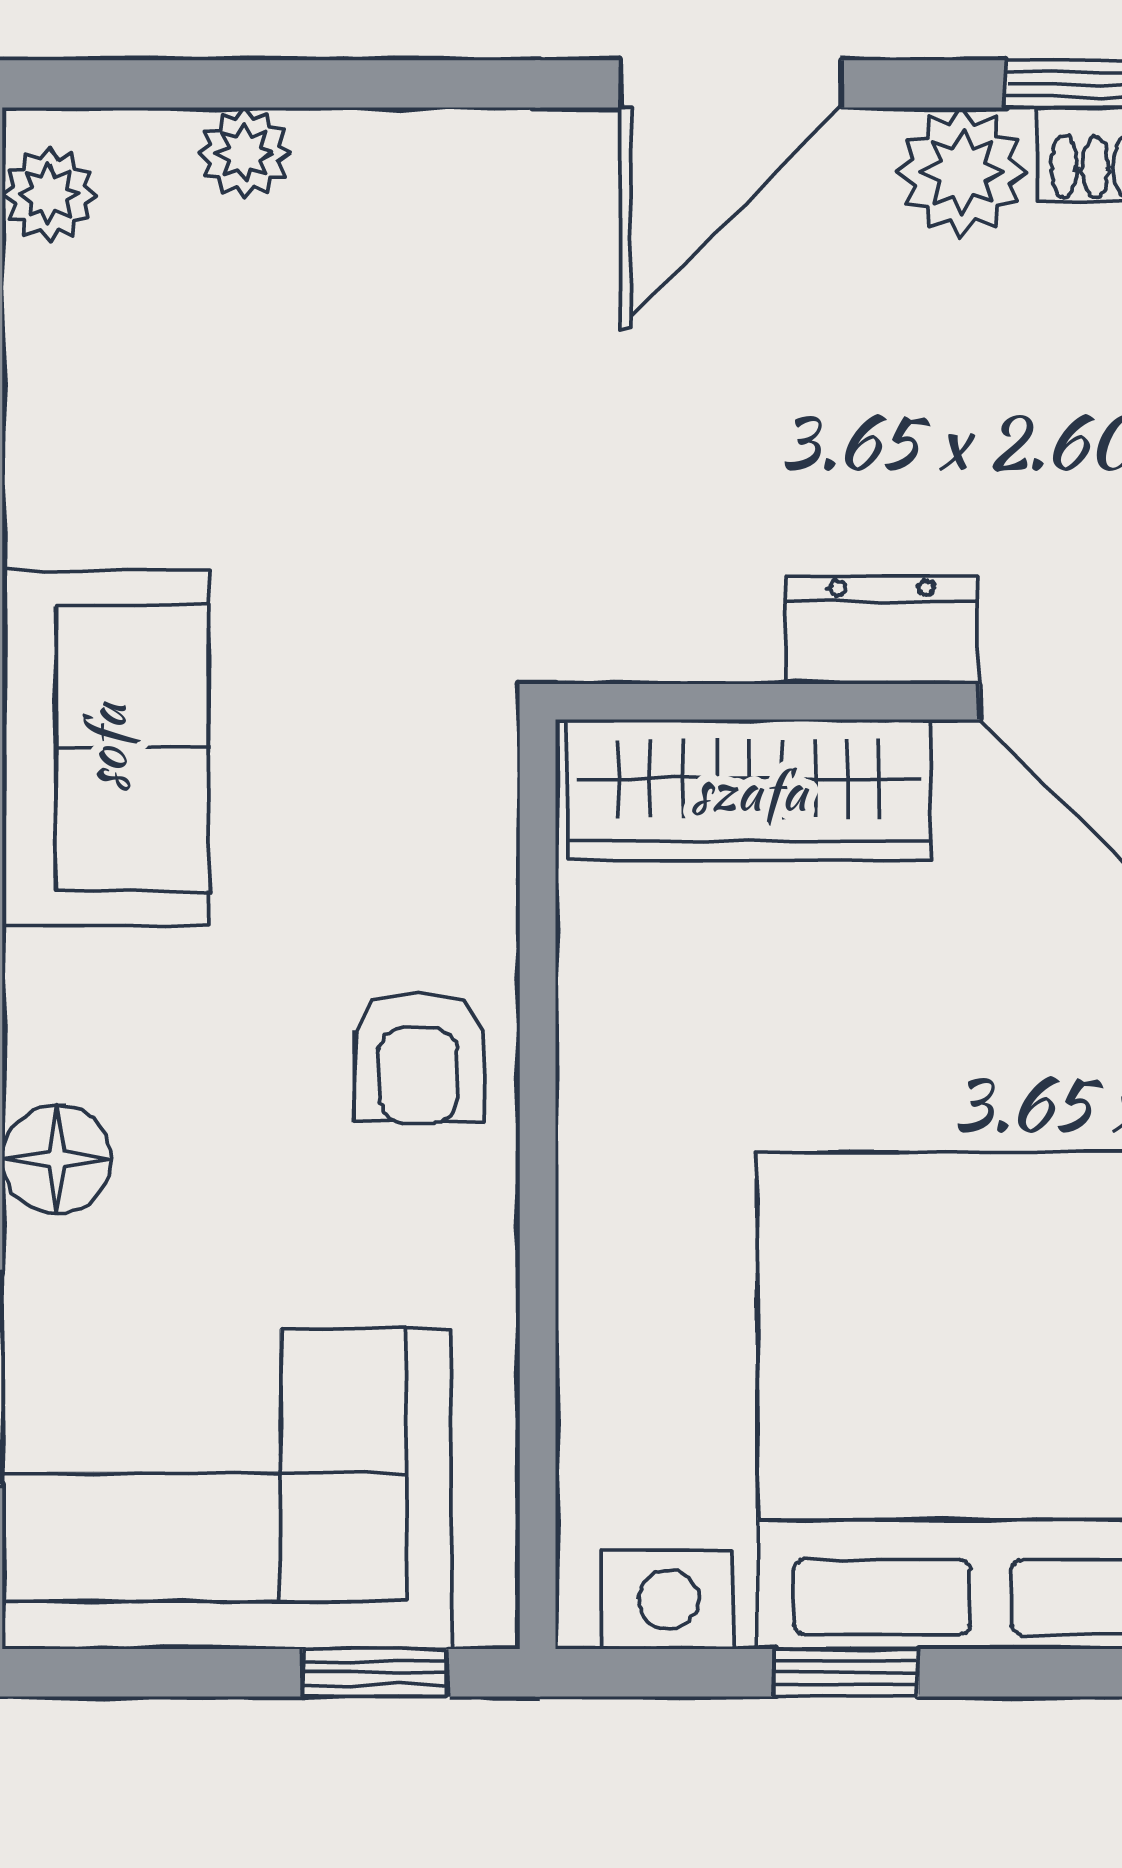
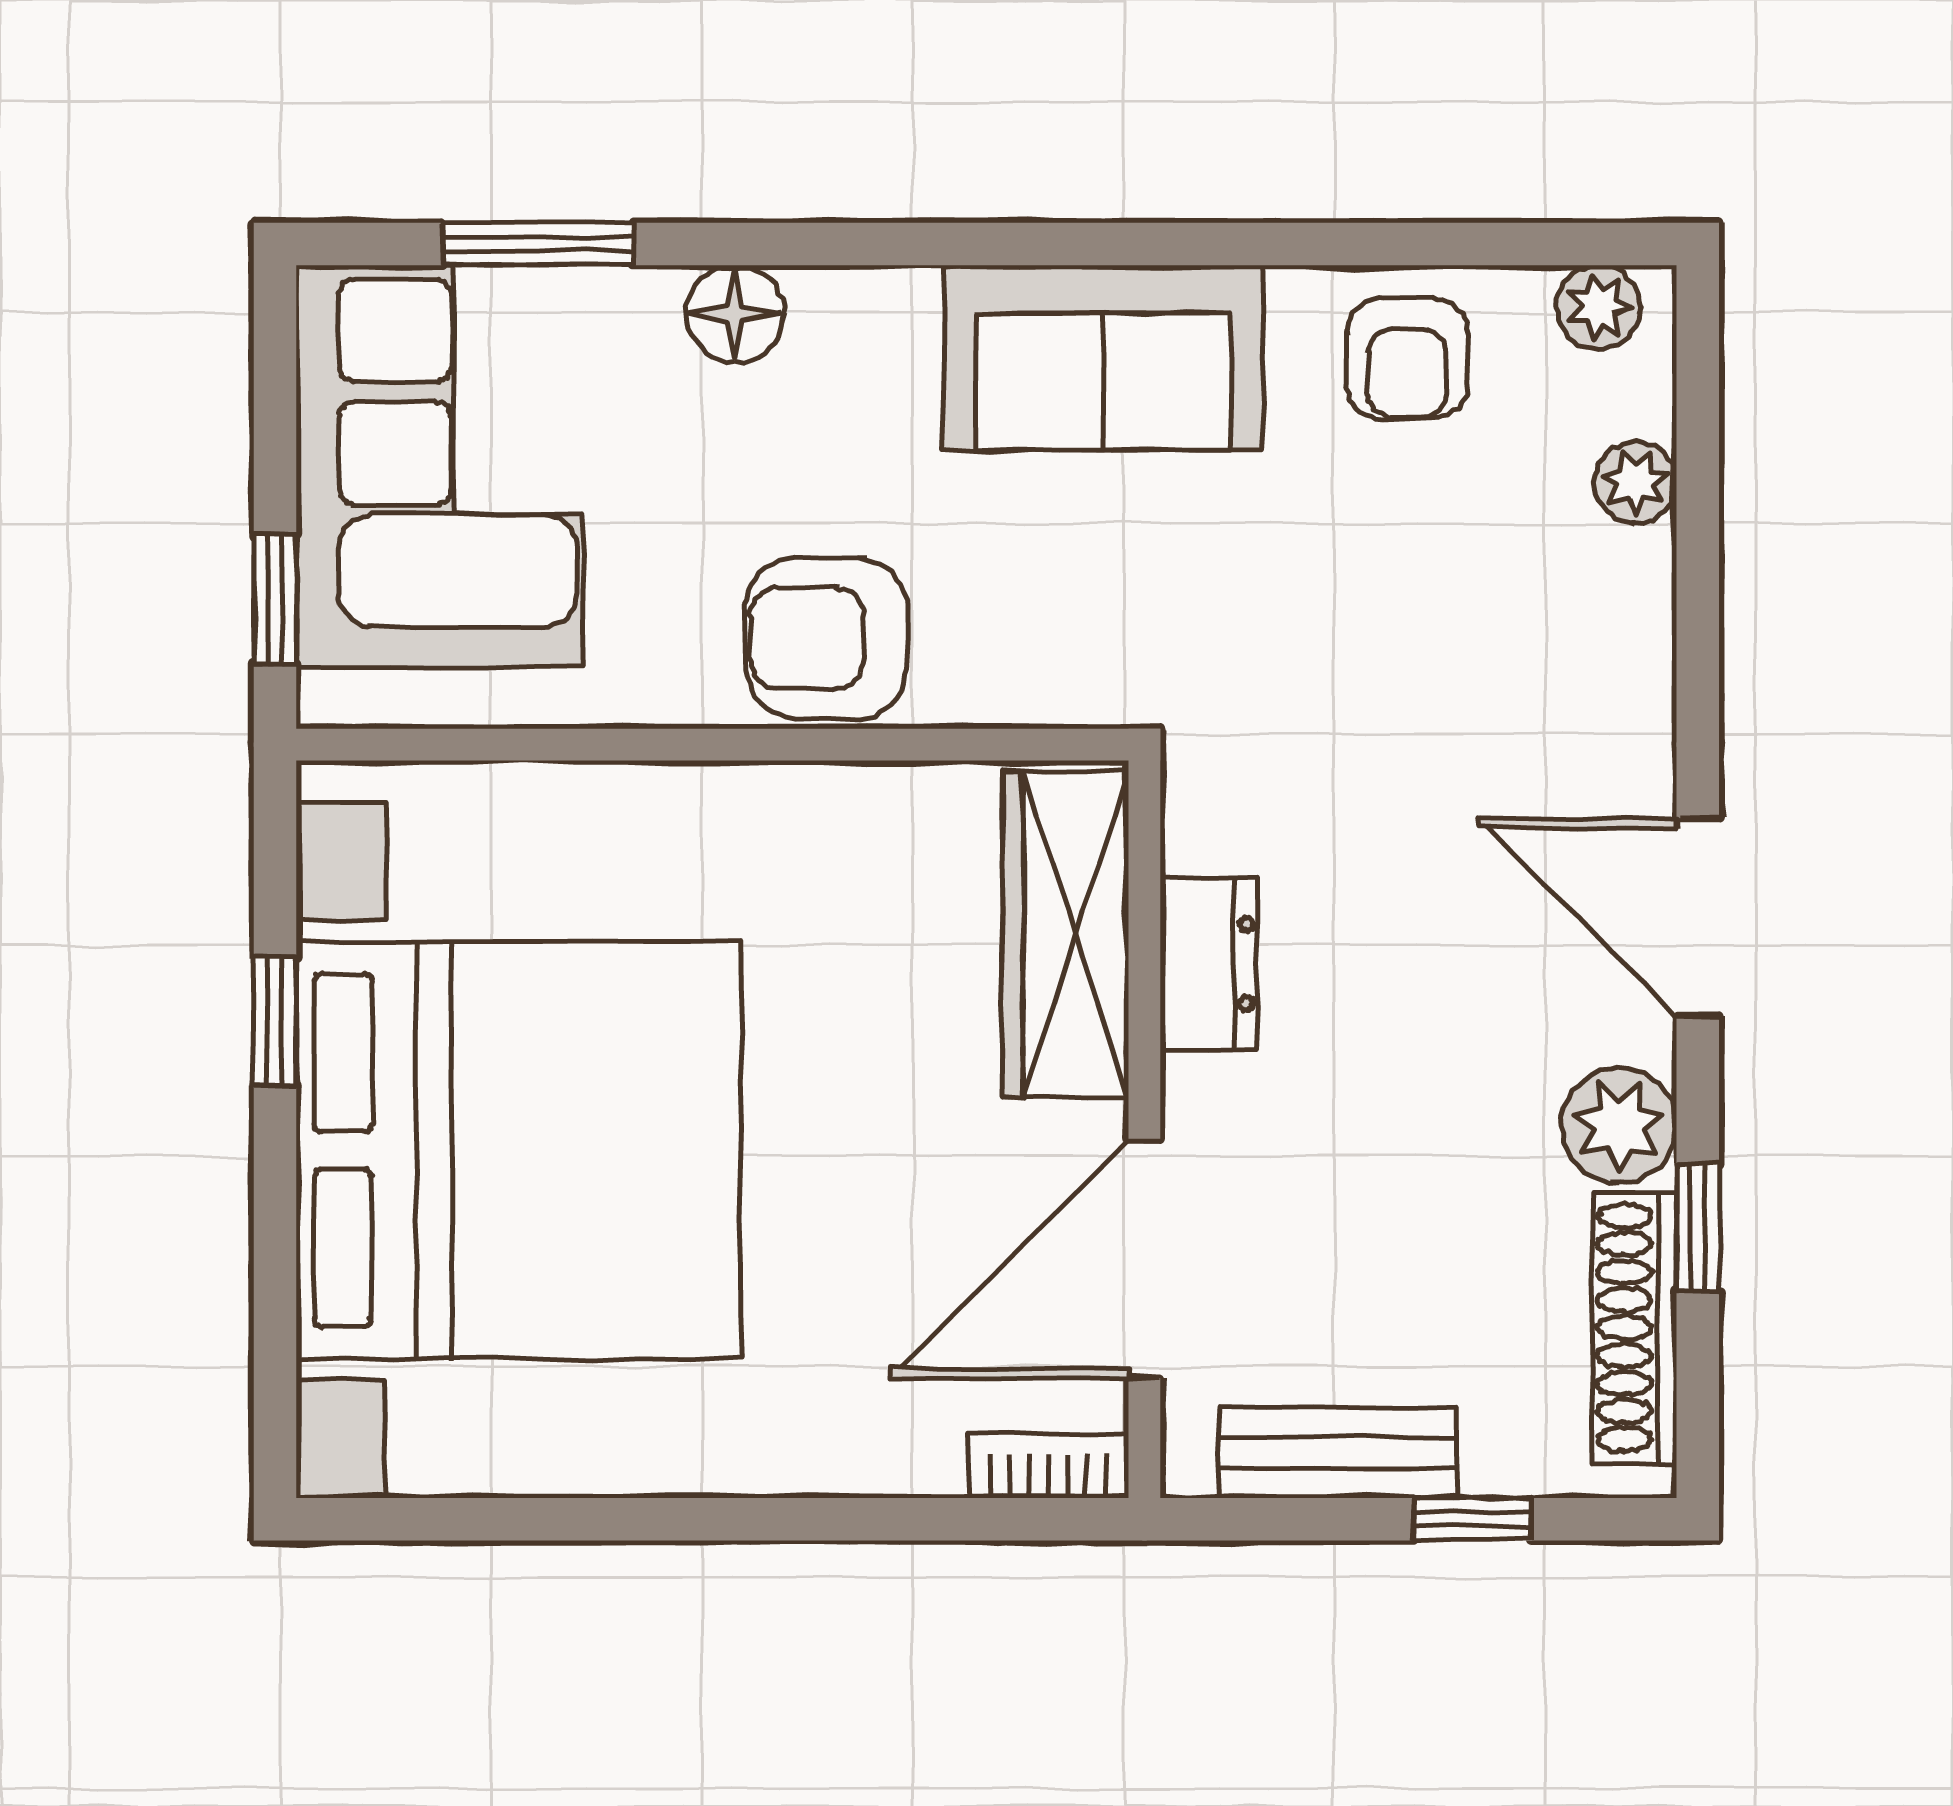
armchair: (106, 409) -> (1407, 359), added
dresser: (882, 630) -> (1209, 964), moved
armchair: (419, 1057) -> (826, 638), width x1.38, depth x1.38

